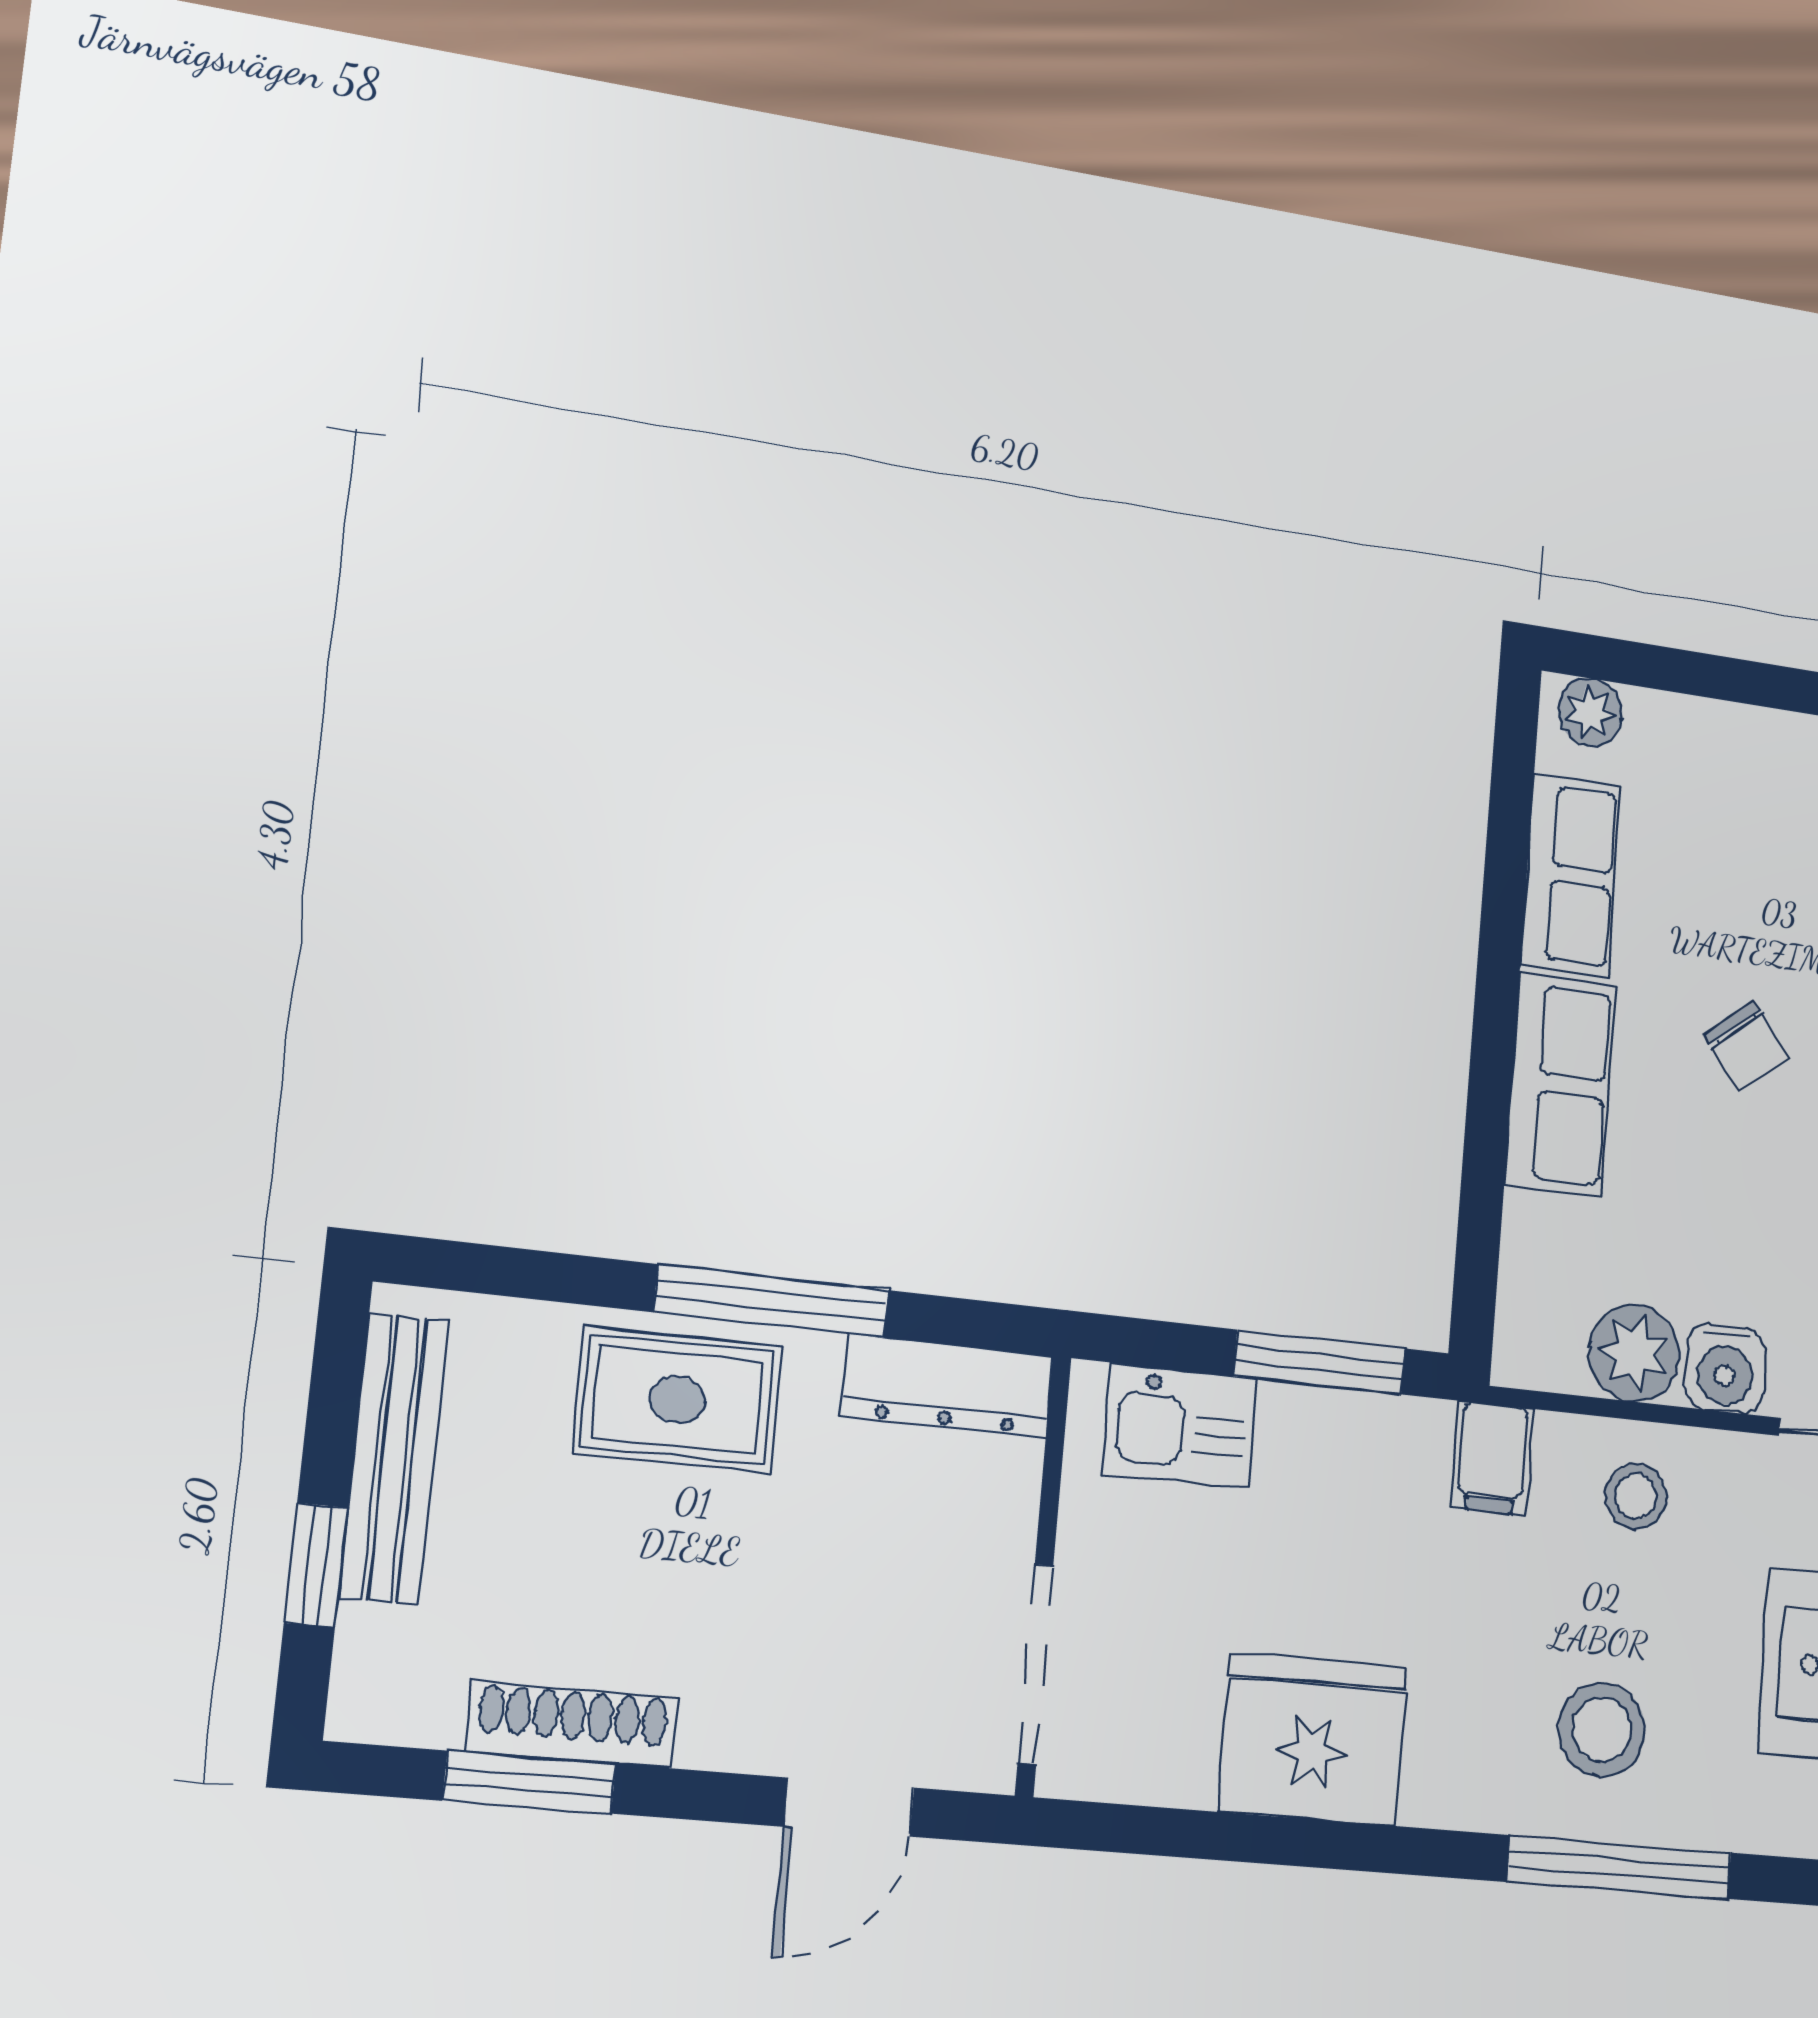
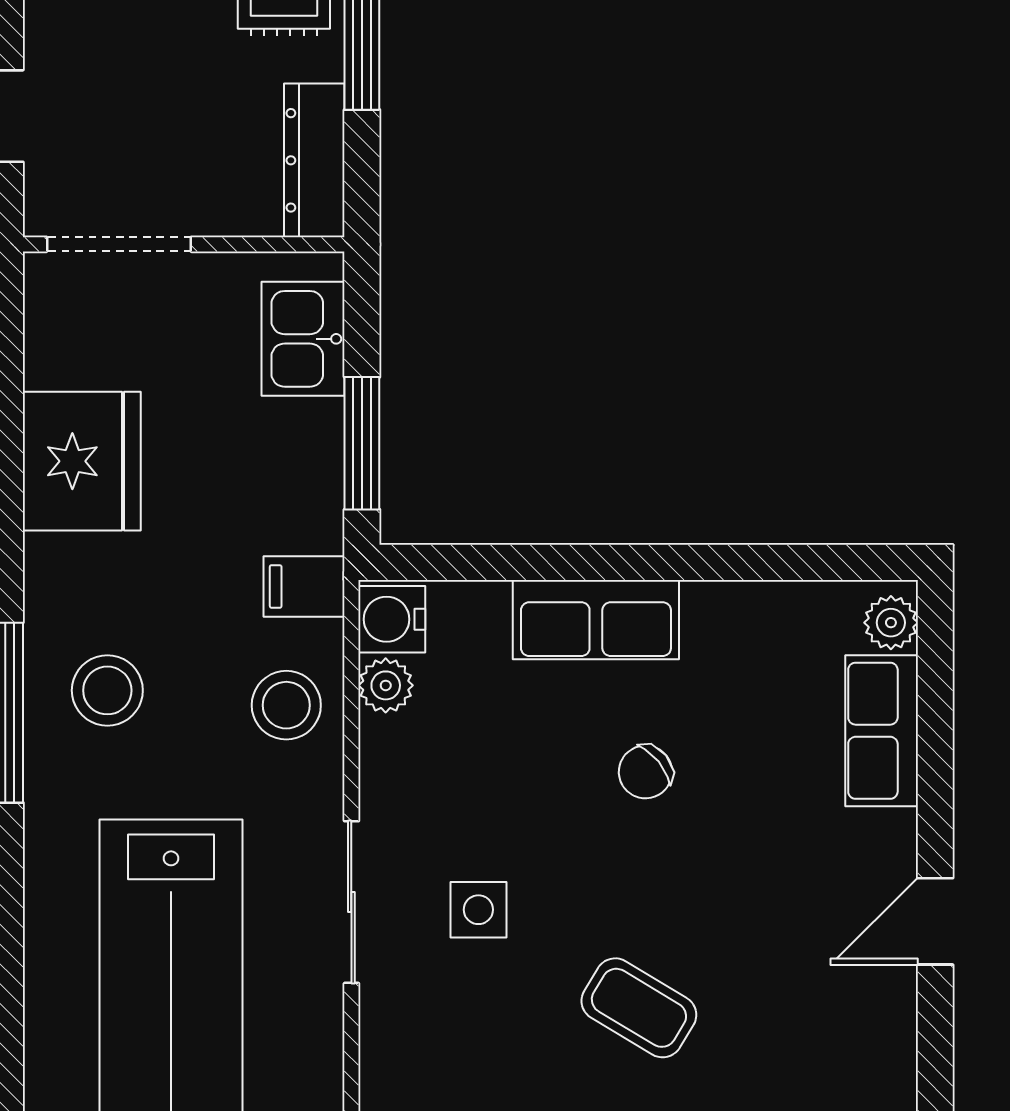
row of seats: (1571, 875) -> (882, 731), moved, turned 90
plant: (1634, 1353) -> (386, 685), width x0.73, depth x0.73
water cooler: (1725, 1369) -> (392, 619), moved
stool: (1636, 1496) -> (286, 705), width x1.37, depth x1.37

